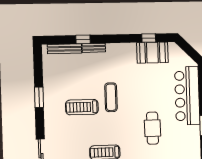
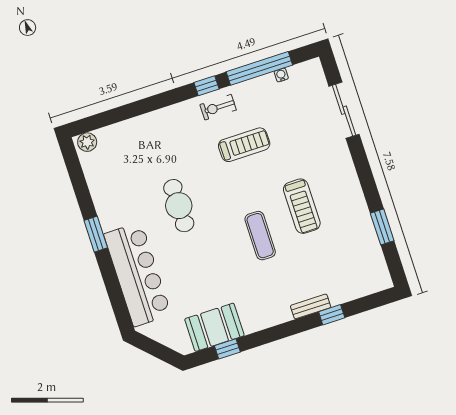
bench: (65, 49) -> (356, 291), removed
window: (39, 97) -> (382, 227), moved
treadmill: (82, 107) -> (302, 206), turned 90

